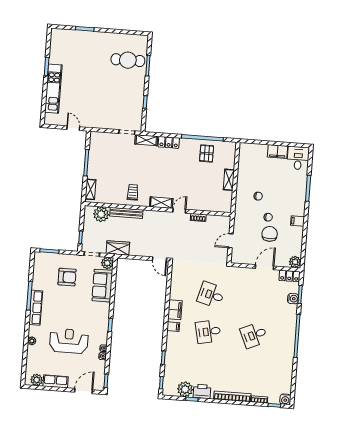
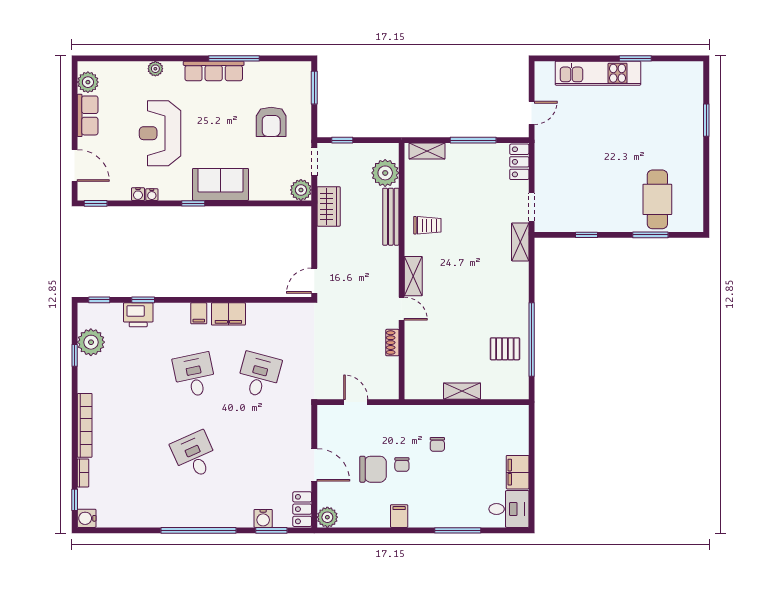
locker: (169, 142) -> (519, 162), moved
sofa: (102, 286) -> (220, 184), moved
reception desk: (69, 341) -> (160, 133), turned 180
printer: (202, 391) -> (138, 315), moved, turned 90

